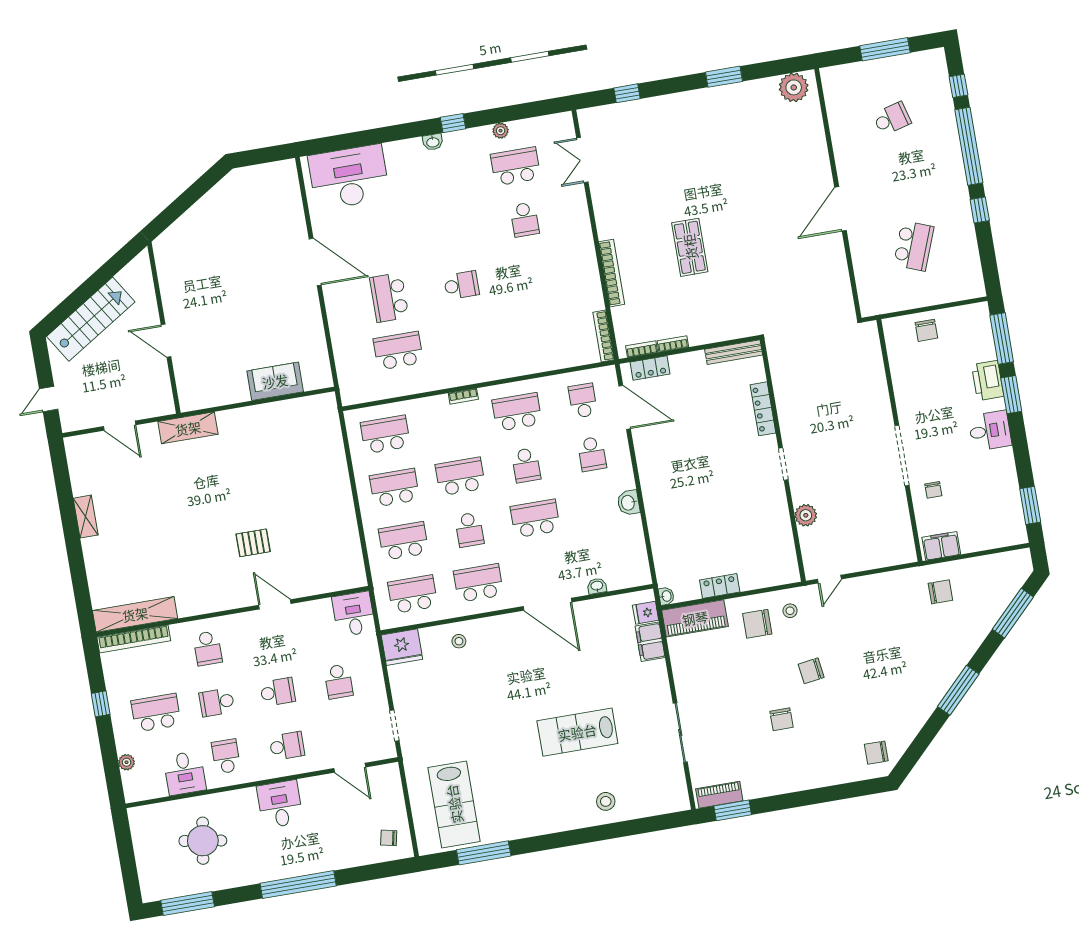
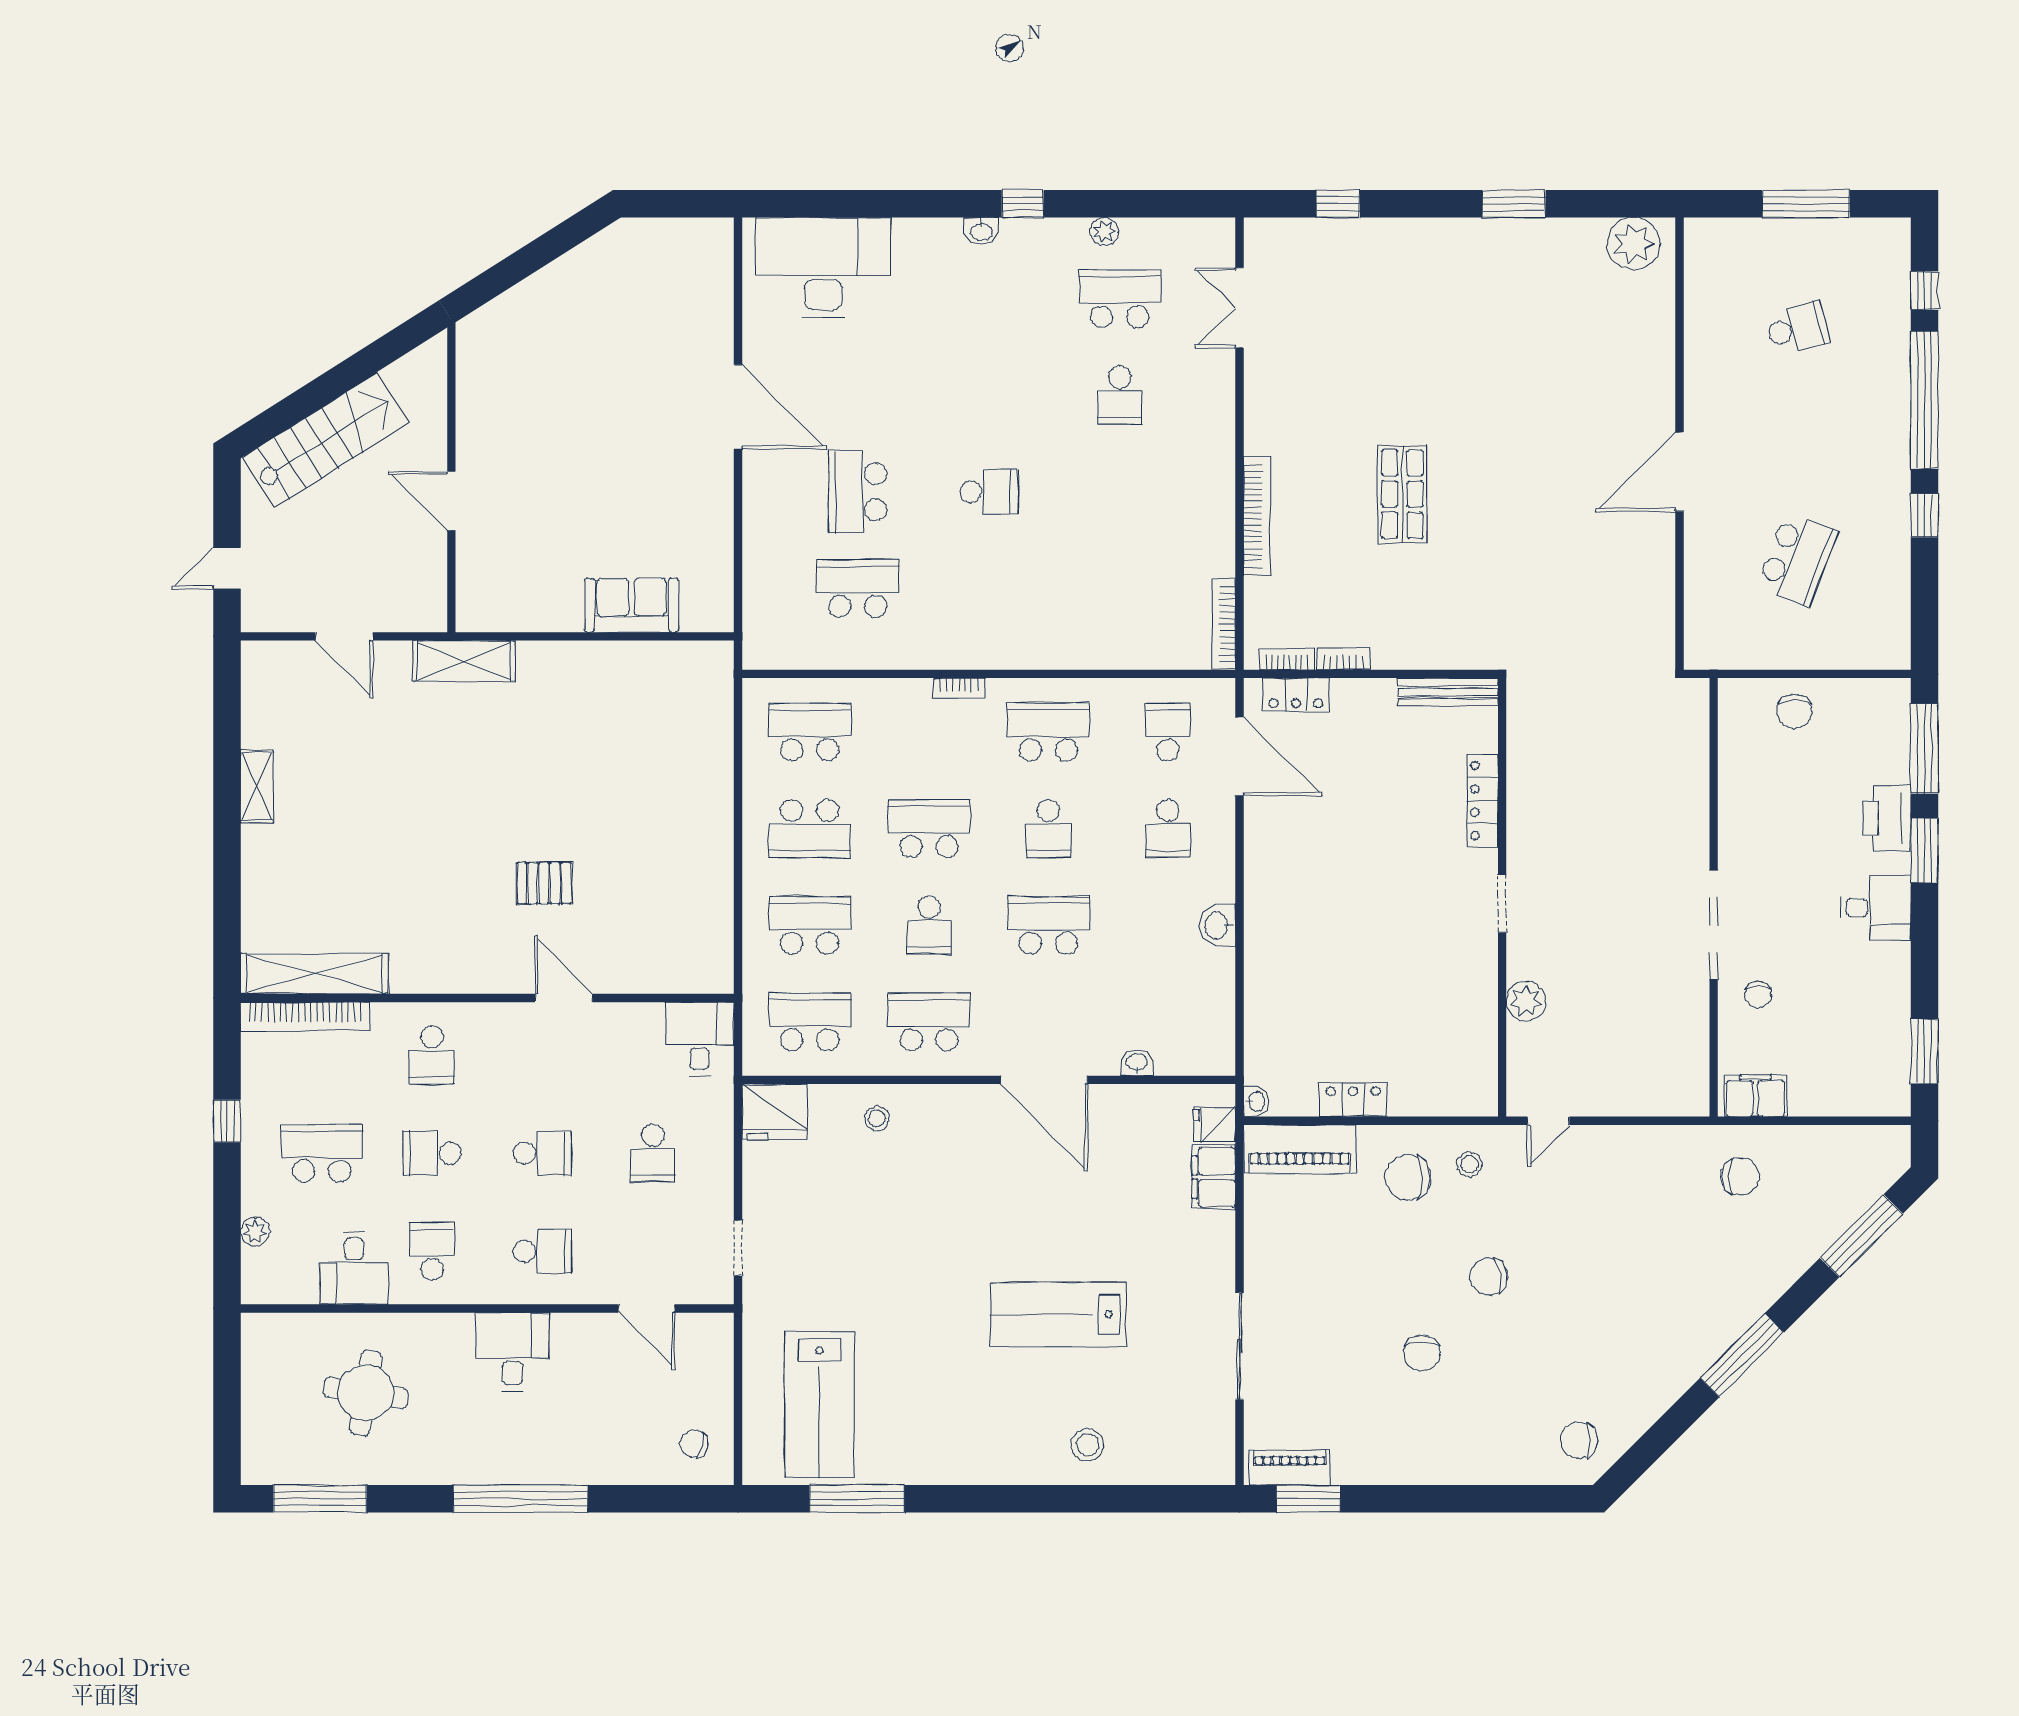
school desk: (394, 488) -> (810, 829), turned 180

